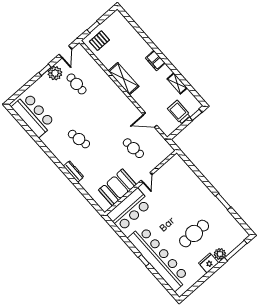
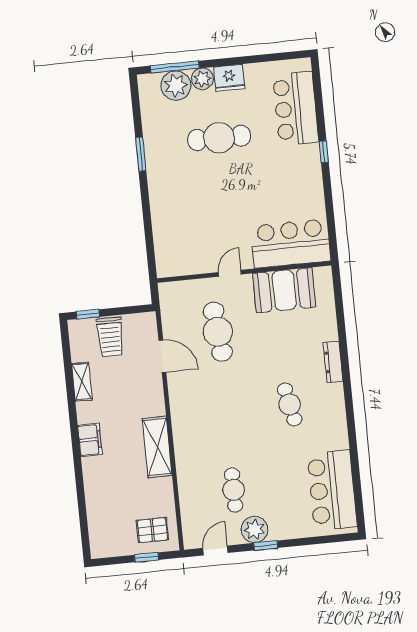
cafe table: (133, 148) -> (218, 332), width x1.37, depth x1.35
plant: (229, 243) -> (176, 86), added
bar counter: (159, 258) -> (296, 109), width x0.54

